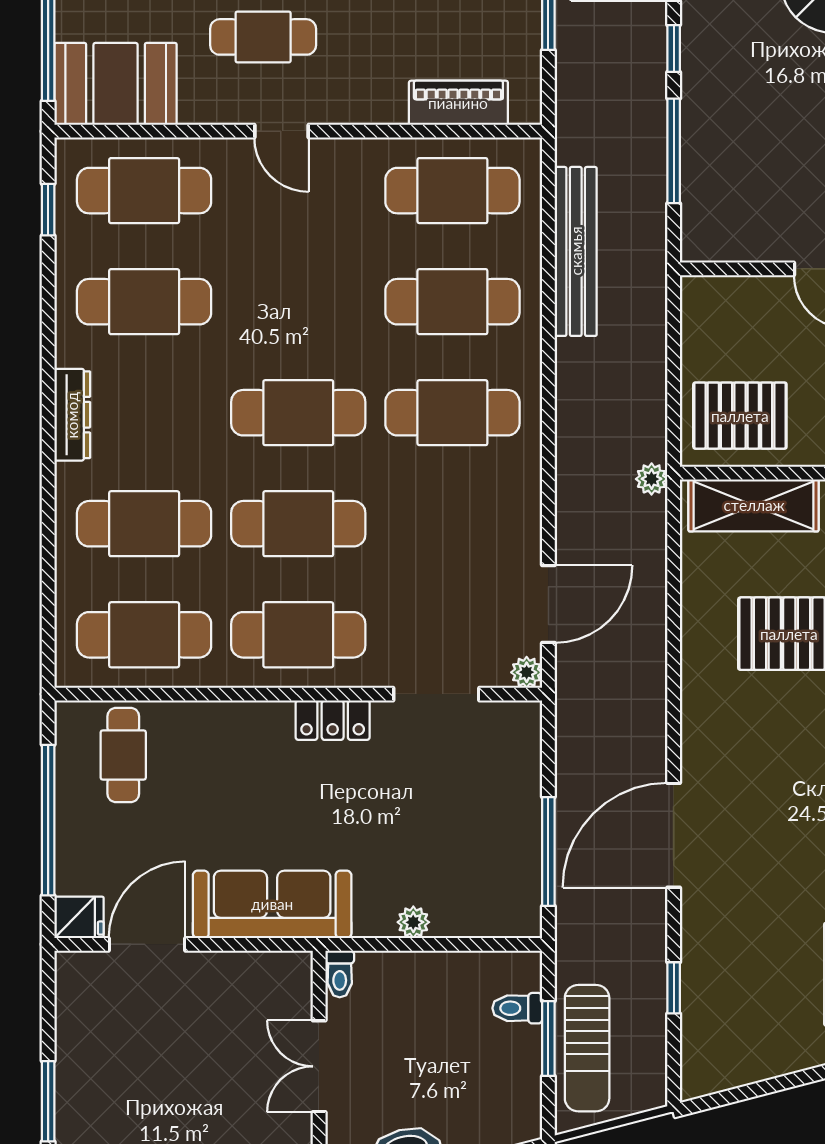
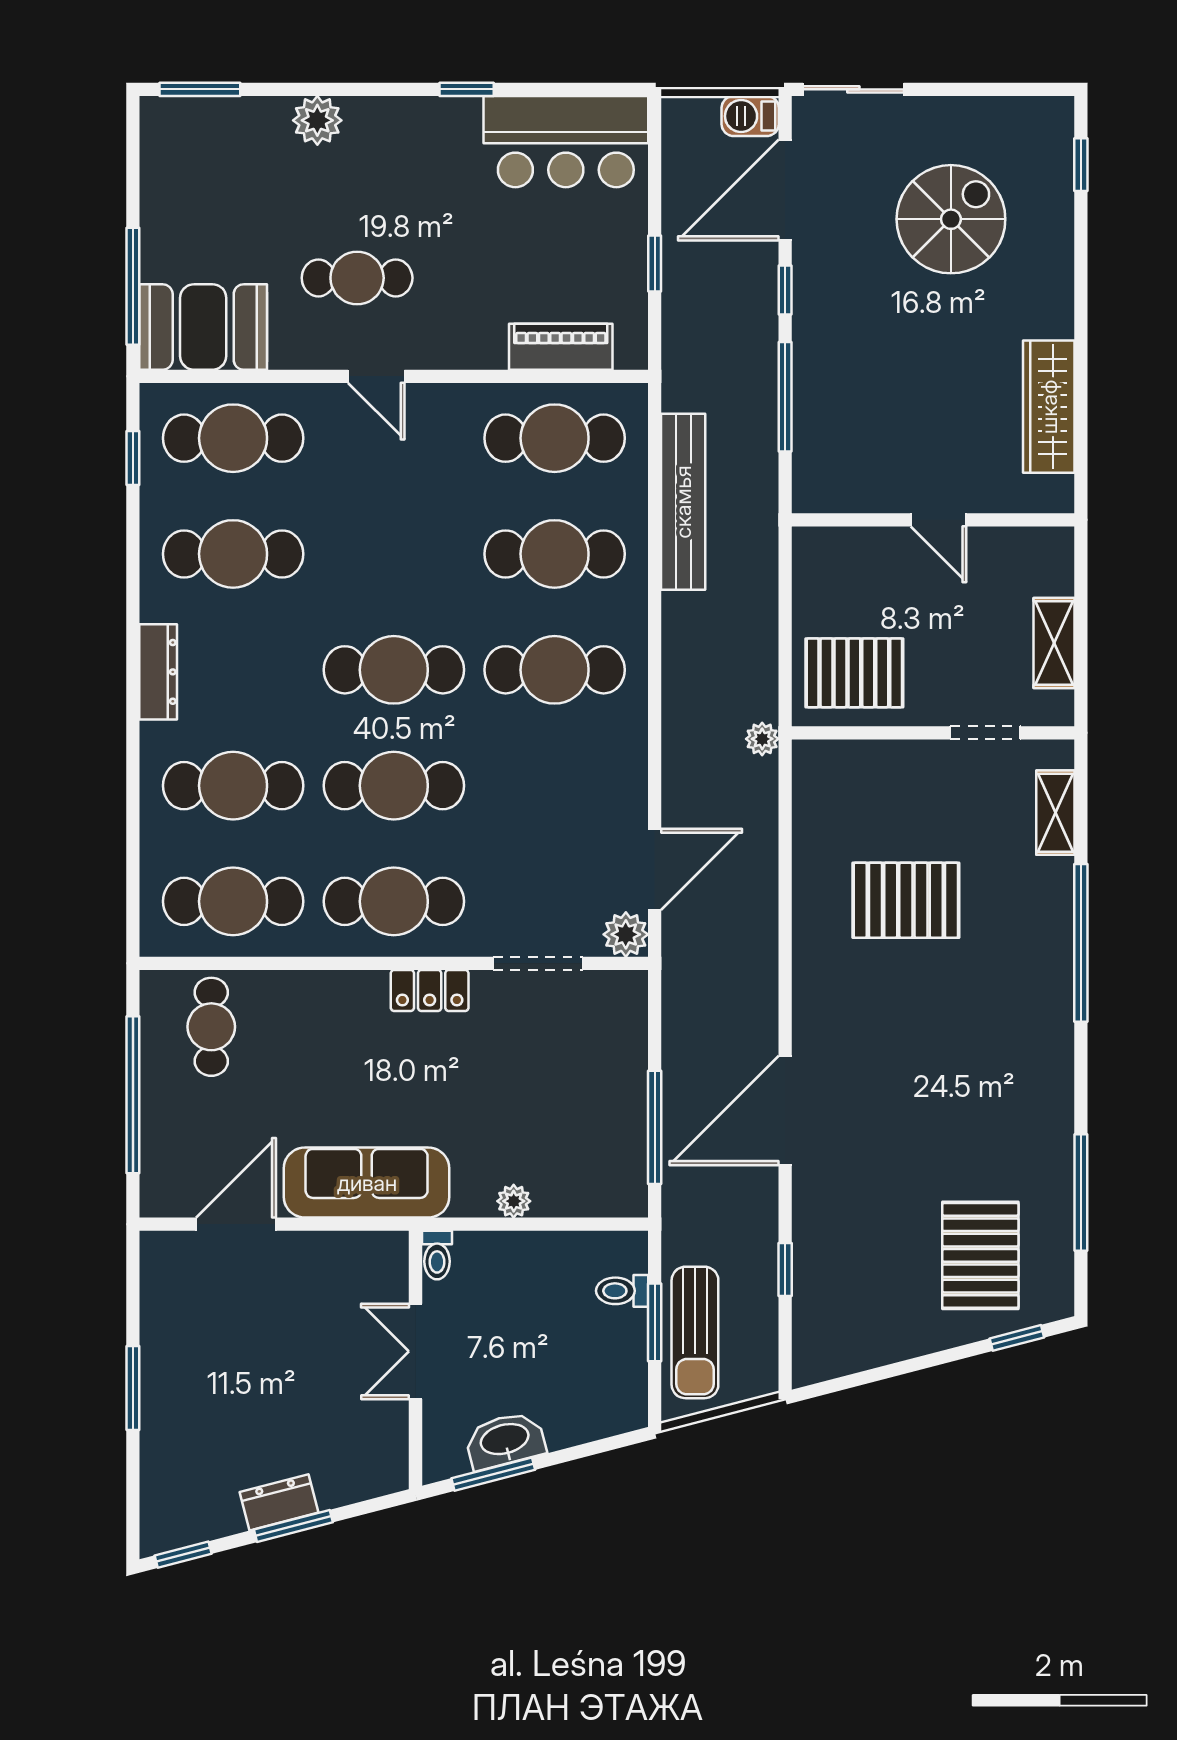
shelving: (754, 505) -> (869, 767), removed
plant: (527, 672) -> (626, 934), width x1.38, depth x1.38
fridge: (79, 917) -> (165, 1196), removed

